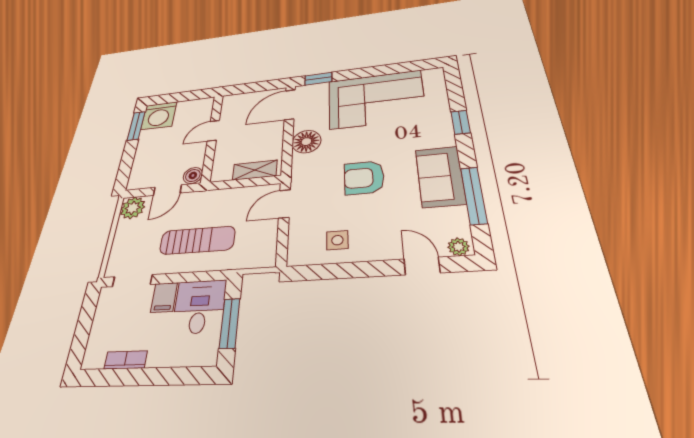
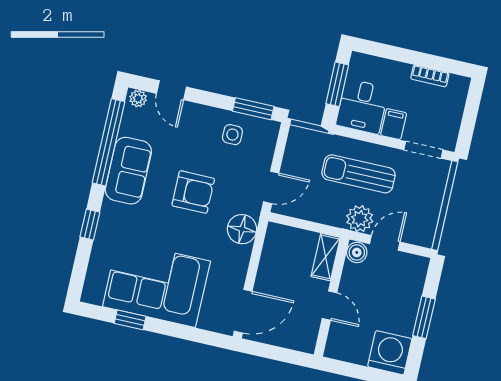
window: (318, 79) -> (130, 320), moved
window: (136, 126) -> (424, 317), moved
door: (213, 131) -> (330, 306), hinge flipped
floor lamp: (306, 142) -> (242, 229), moved
shelving: (255, 170) -> (326, 257), moved, turned 90
window: (474, 195) -> (109, 142), width x1.46
plant: (133, 208) -> (360, 219), moved
window: (321, 272) -> (253, 109), added

